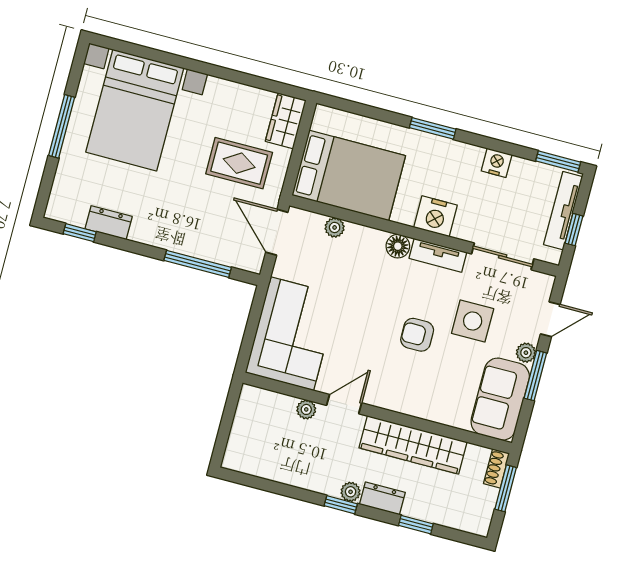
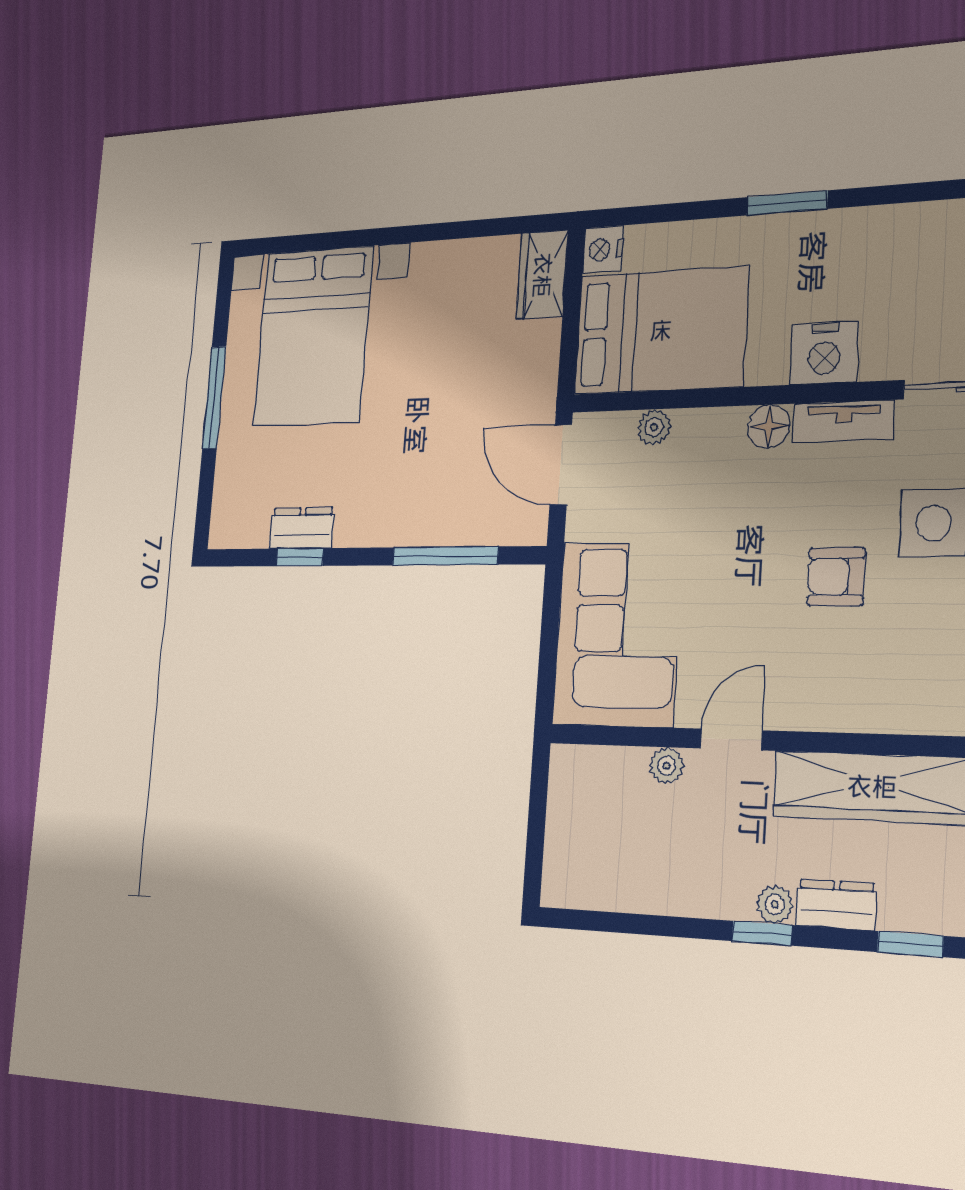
rug: (239, 163) -> (481, 368), removed
nightstand: (497, 163) -> (603, 250), moved, turned -90
window: (80, 233) -> (300, 557), moved

